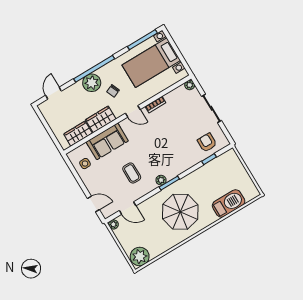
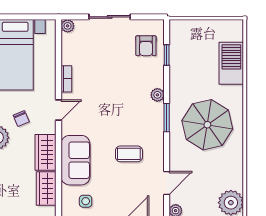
armchair: (207, 142) -> (146, 46), turned -90
plant: (161, 180) -> (157, 95), moved

